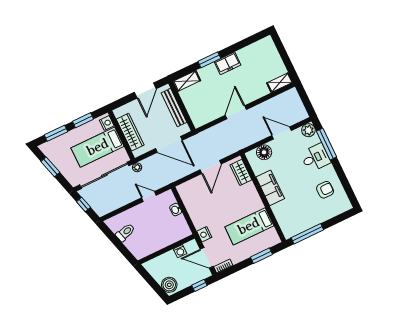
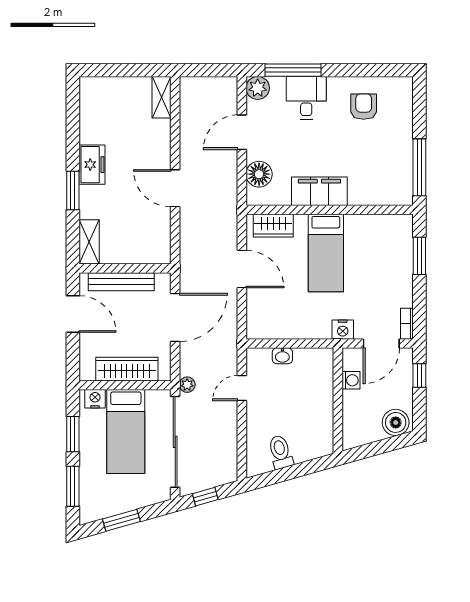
bed: (249, 226) -> (326, 253), moved

